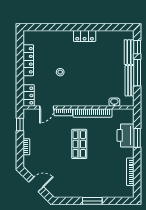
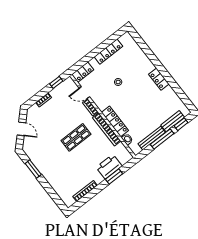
locker: (91, 101) -> (115, 121), added
window: (92, 201) -> (33, 169), moved

